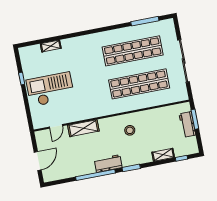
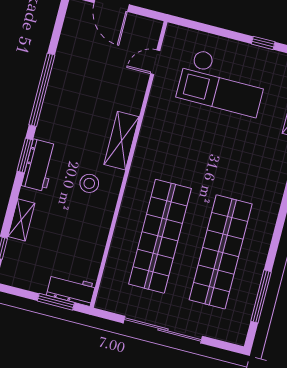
checkout: (50, 89) -> (222, 83), turned 90
workbench: (187, 125) -> (71, 290), moved
door: (56, 126) -> (155, 62), hinge flipped
shelving: (83, 128) -> (121, 141), moved
workbench: (108, 163) -> (39, 165), moved

